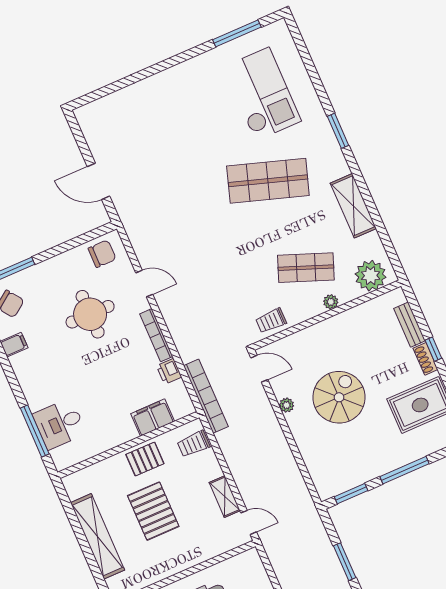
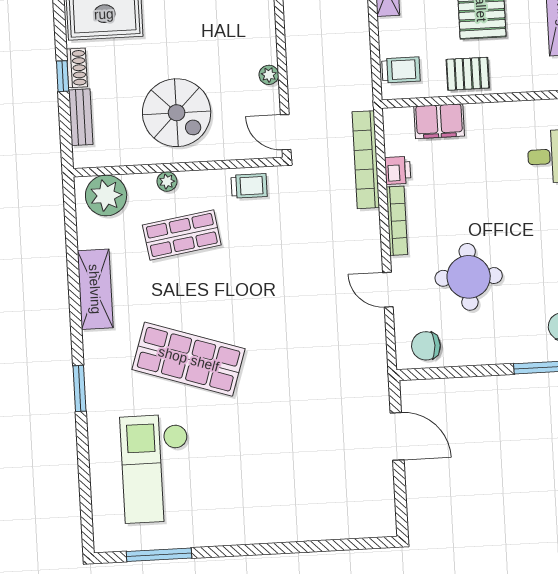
shop shelf: (306, 268) -> (182, 235), turned -30
bookcase: (206, 396) -> (366, 160), moved
spiral stairs: (339, 397) -> (177, 113), moved, turned -90

